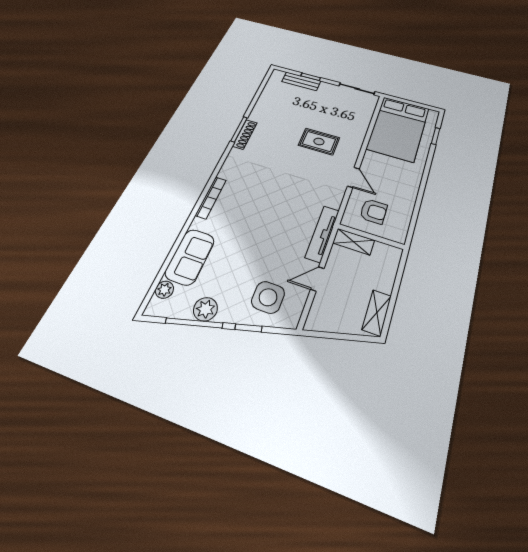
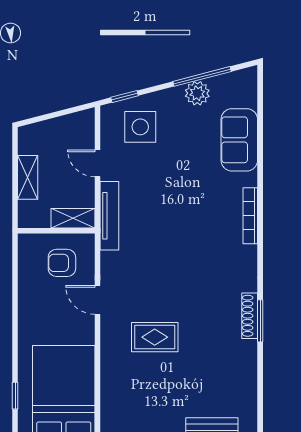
door: (317, 279) -> (97, 163), swing flipped
plant: (164, 290) -> (248, 97), removed
shelving: (377, 313) -> (28, 177), moved
window: (248, 328) -> (124, 97), moved

